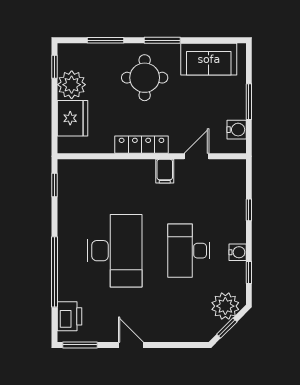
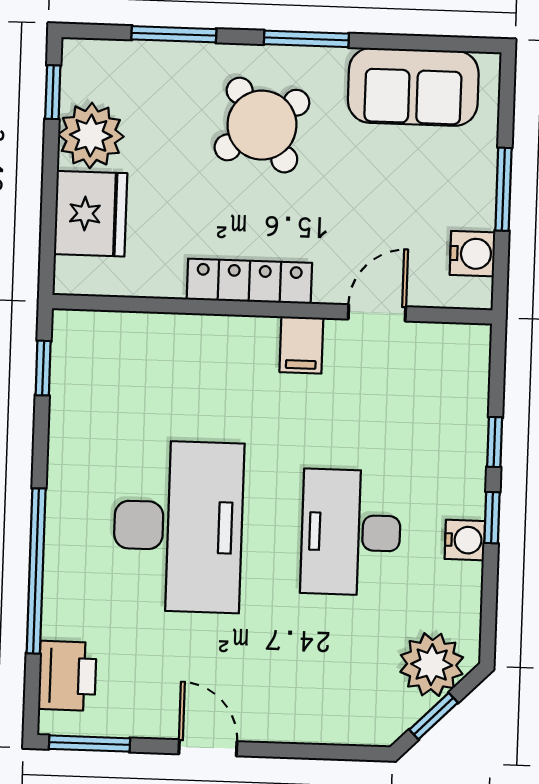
round table: (145, 78) -> (262, 125), turned -35
window: (249, 272) -> (492, 518), moved

